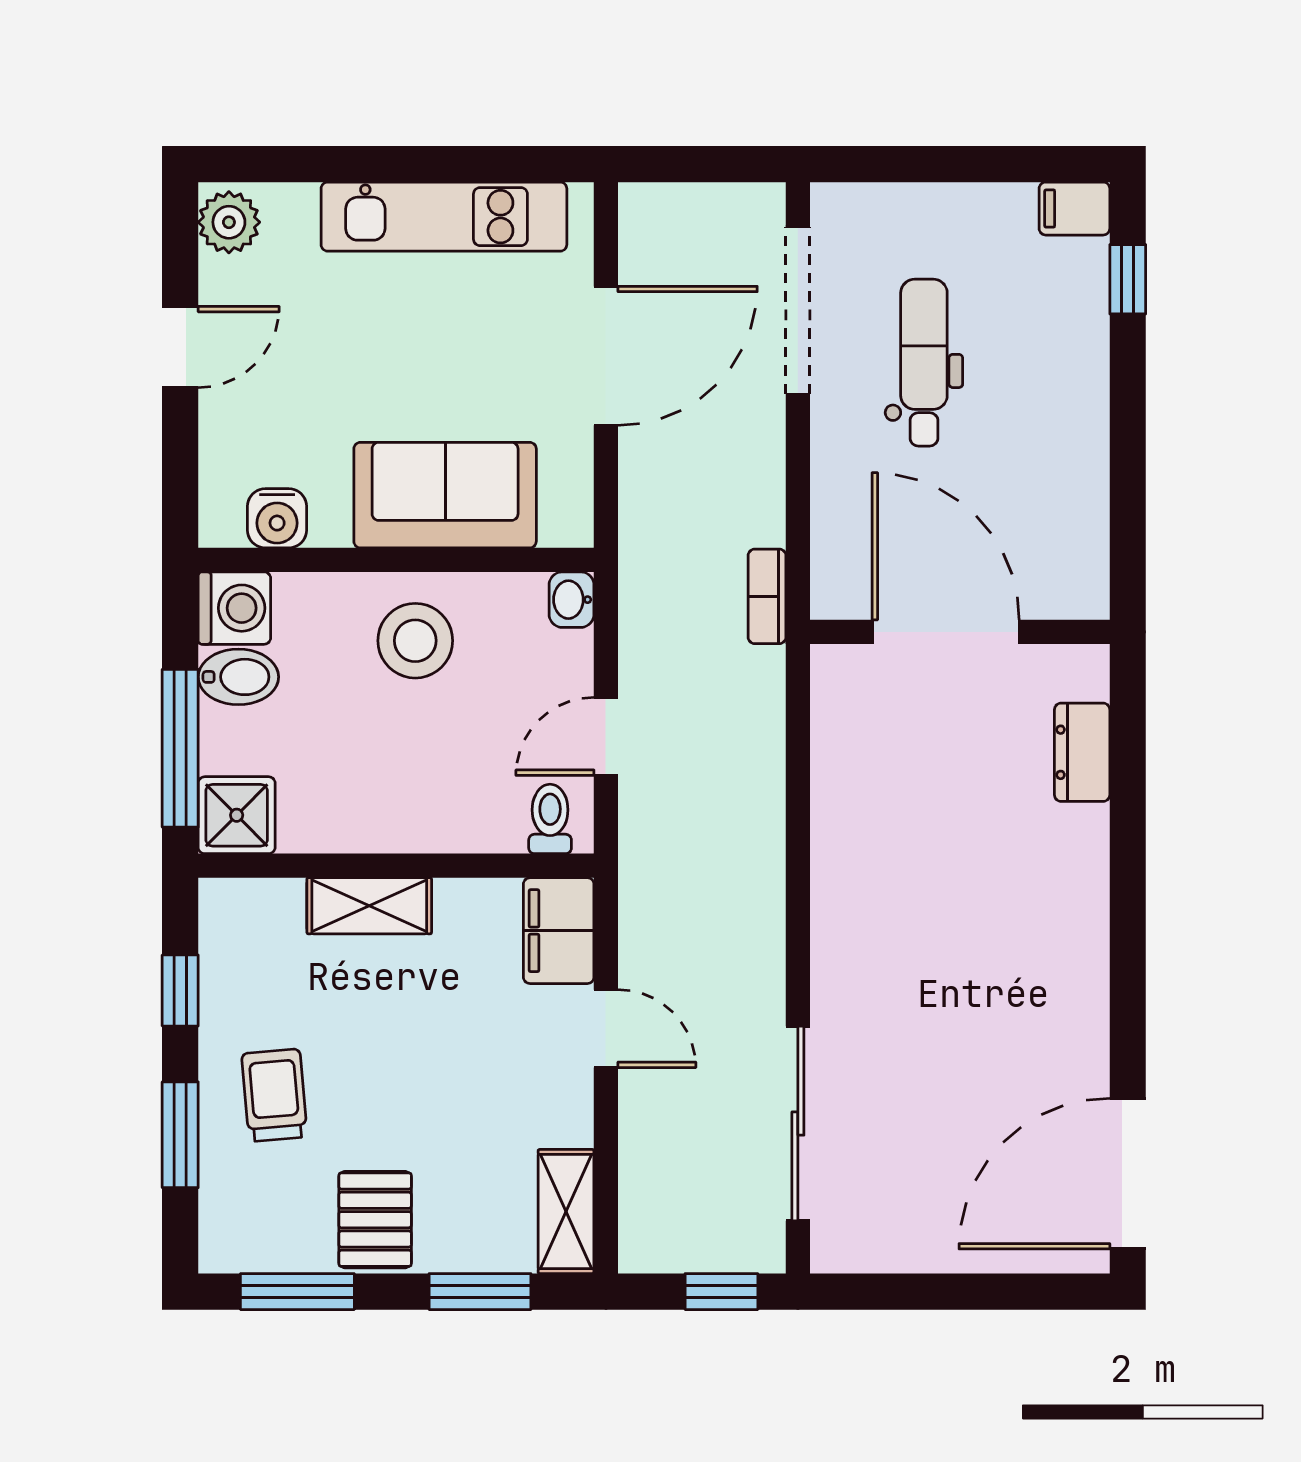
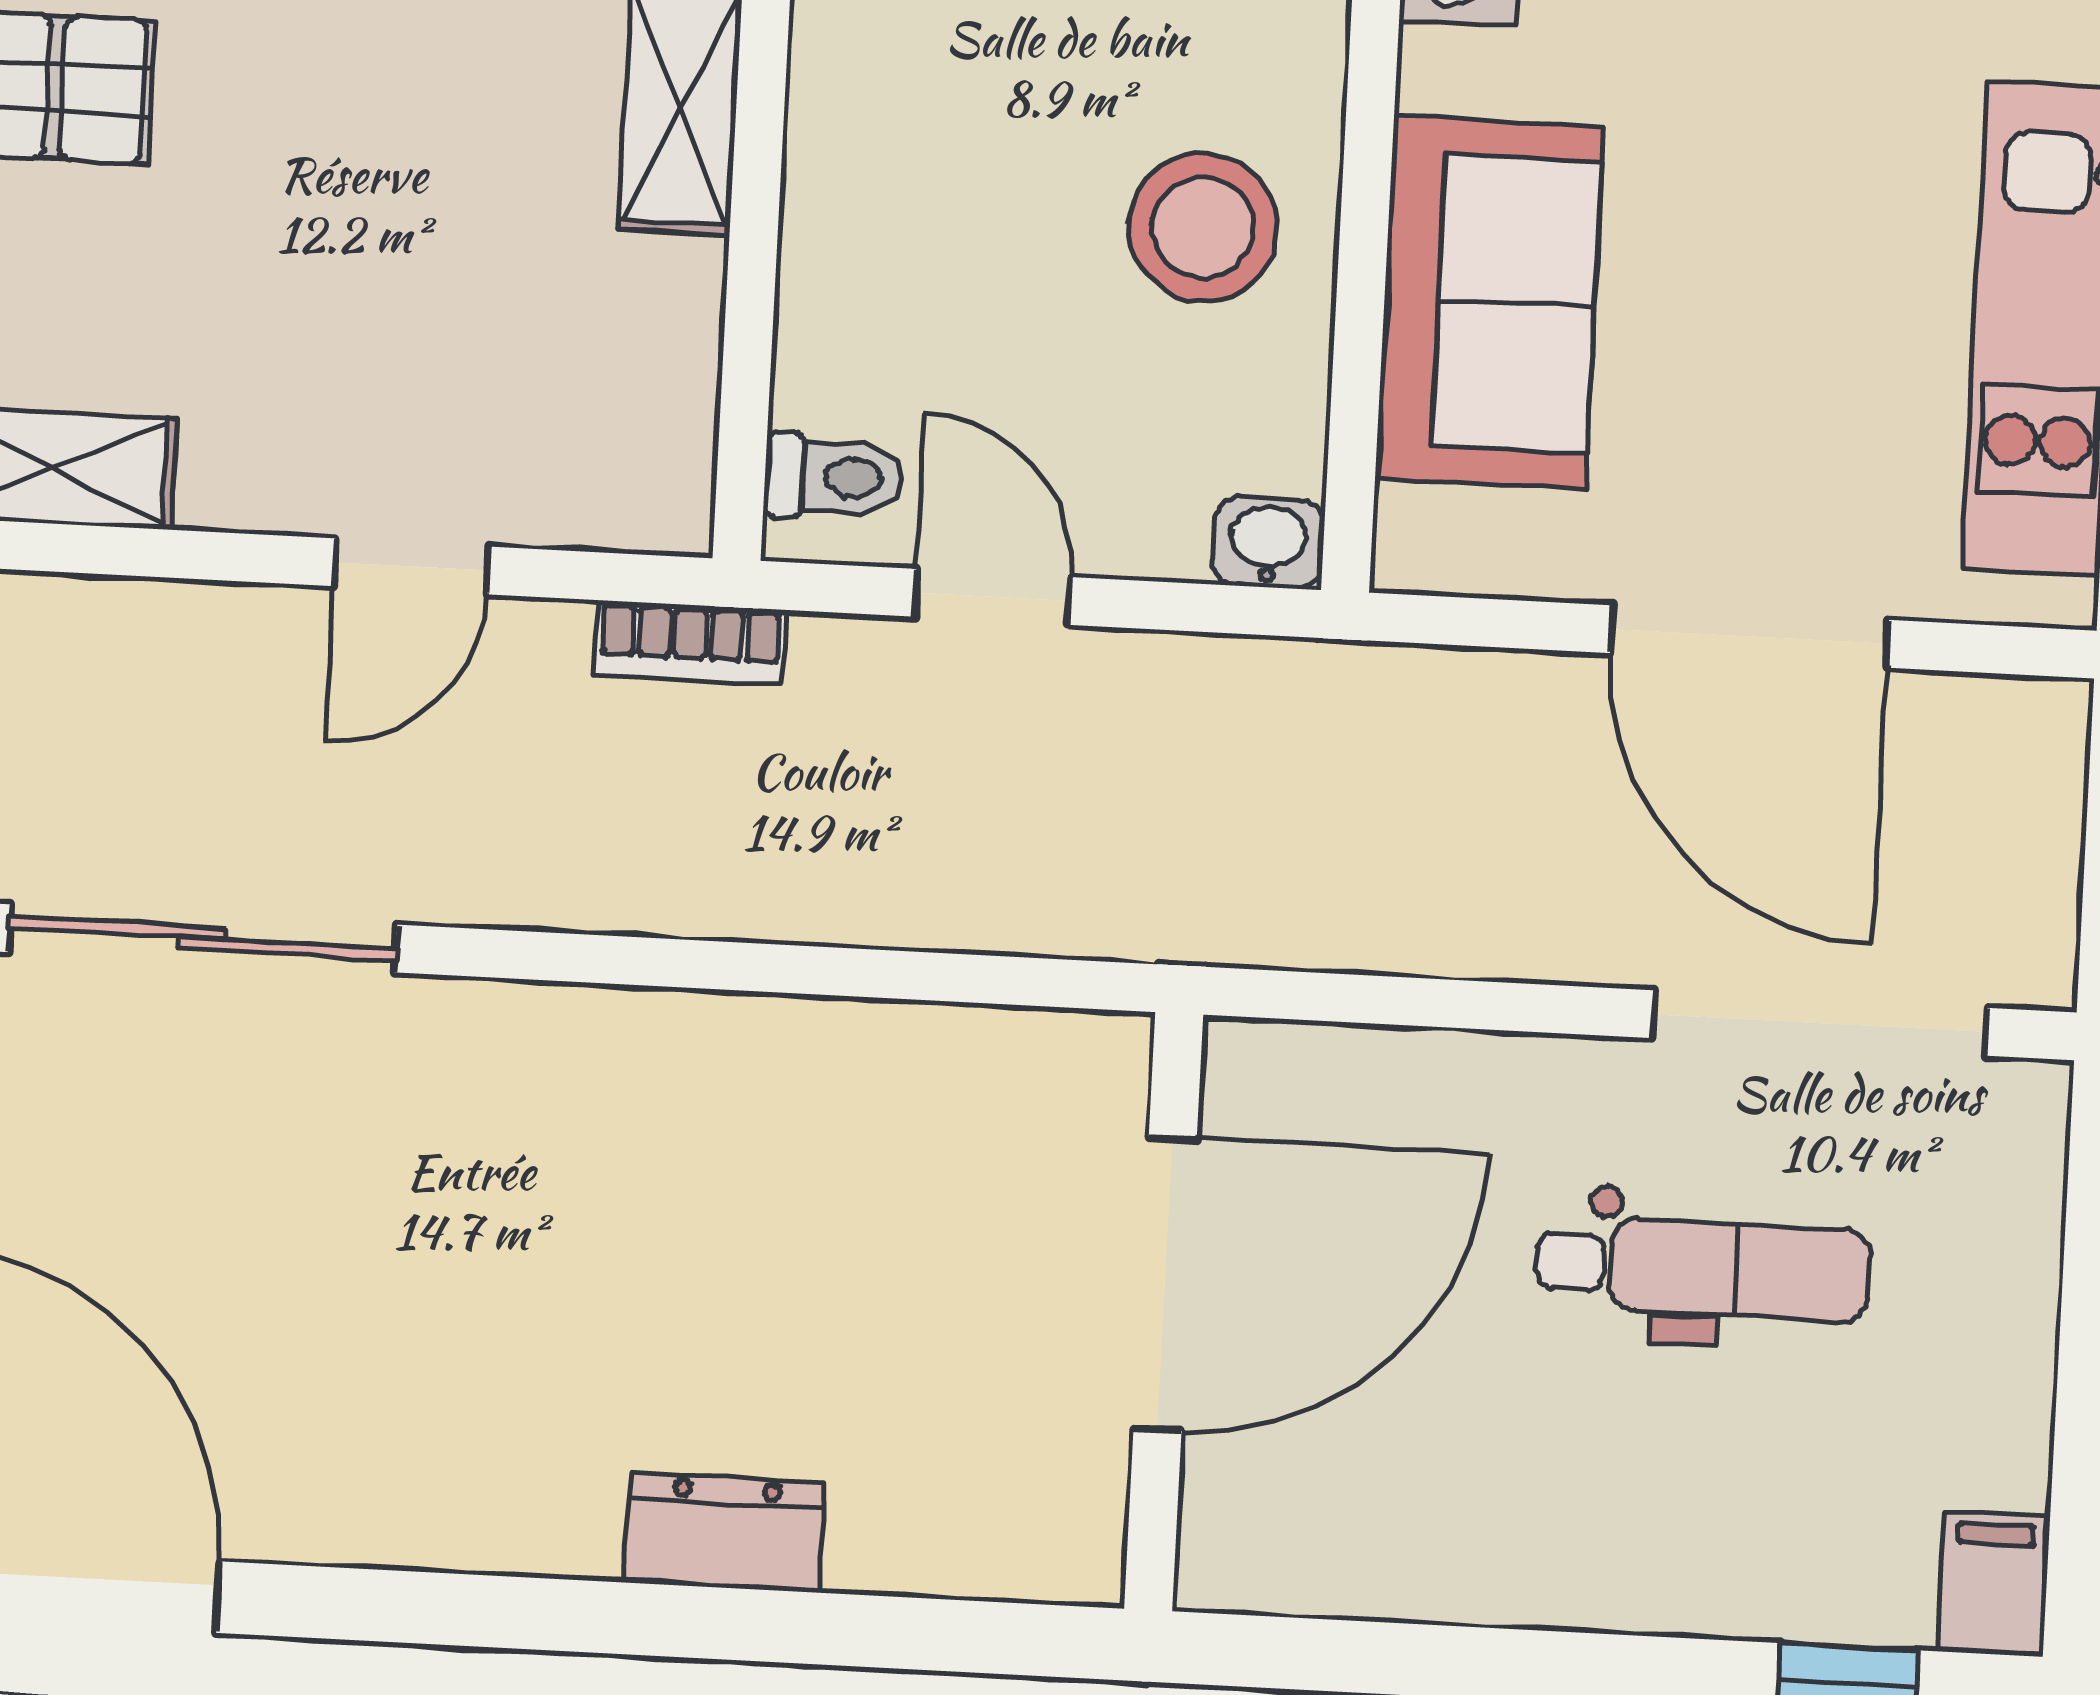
bookcase: (767, 596) -> (690, 643), moved, turned 180
dresser: (1082, 752) -> (725, 1533), moved
filing cabinet: (559, 931) -> (611, 483), removed

